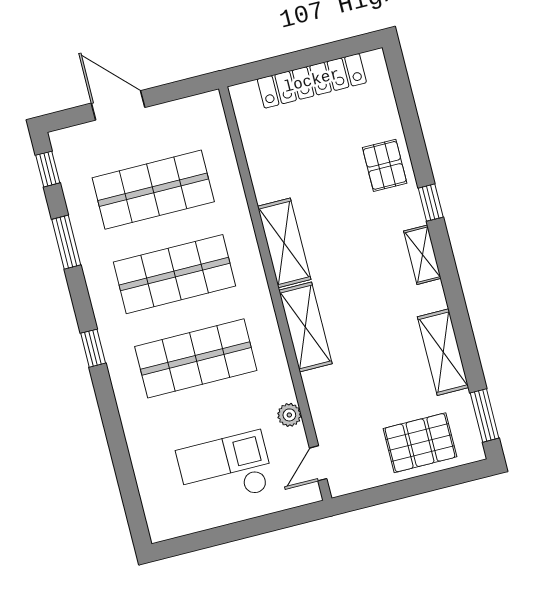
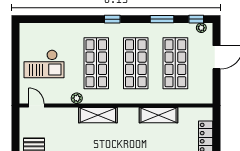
plant: (63, 154) -> (201, 28), added
shelving: (284, 243) -> (158, 115), moved
plant: (289, 415) -> (77, 98), moved
checkout: (225, 469) -> (44, 64), turned 90

